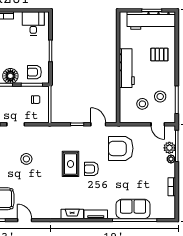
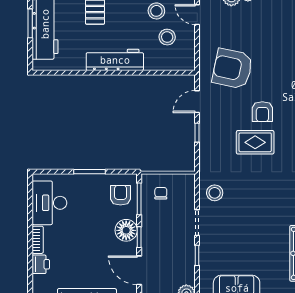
desk: (33, 24) -> (49, 203), width x1.37
armchair: (34, 72) -> (121, 195), turned 180
door: (158, 124) -> (197, 15), swing flipped
armchair: (121, 148) -> (232, 69), turned 102
stool: (26, 159) -> (215, 193), moved

